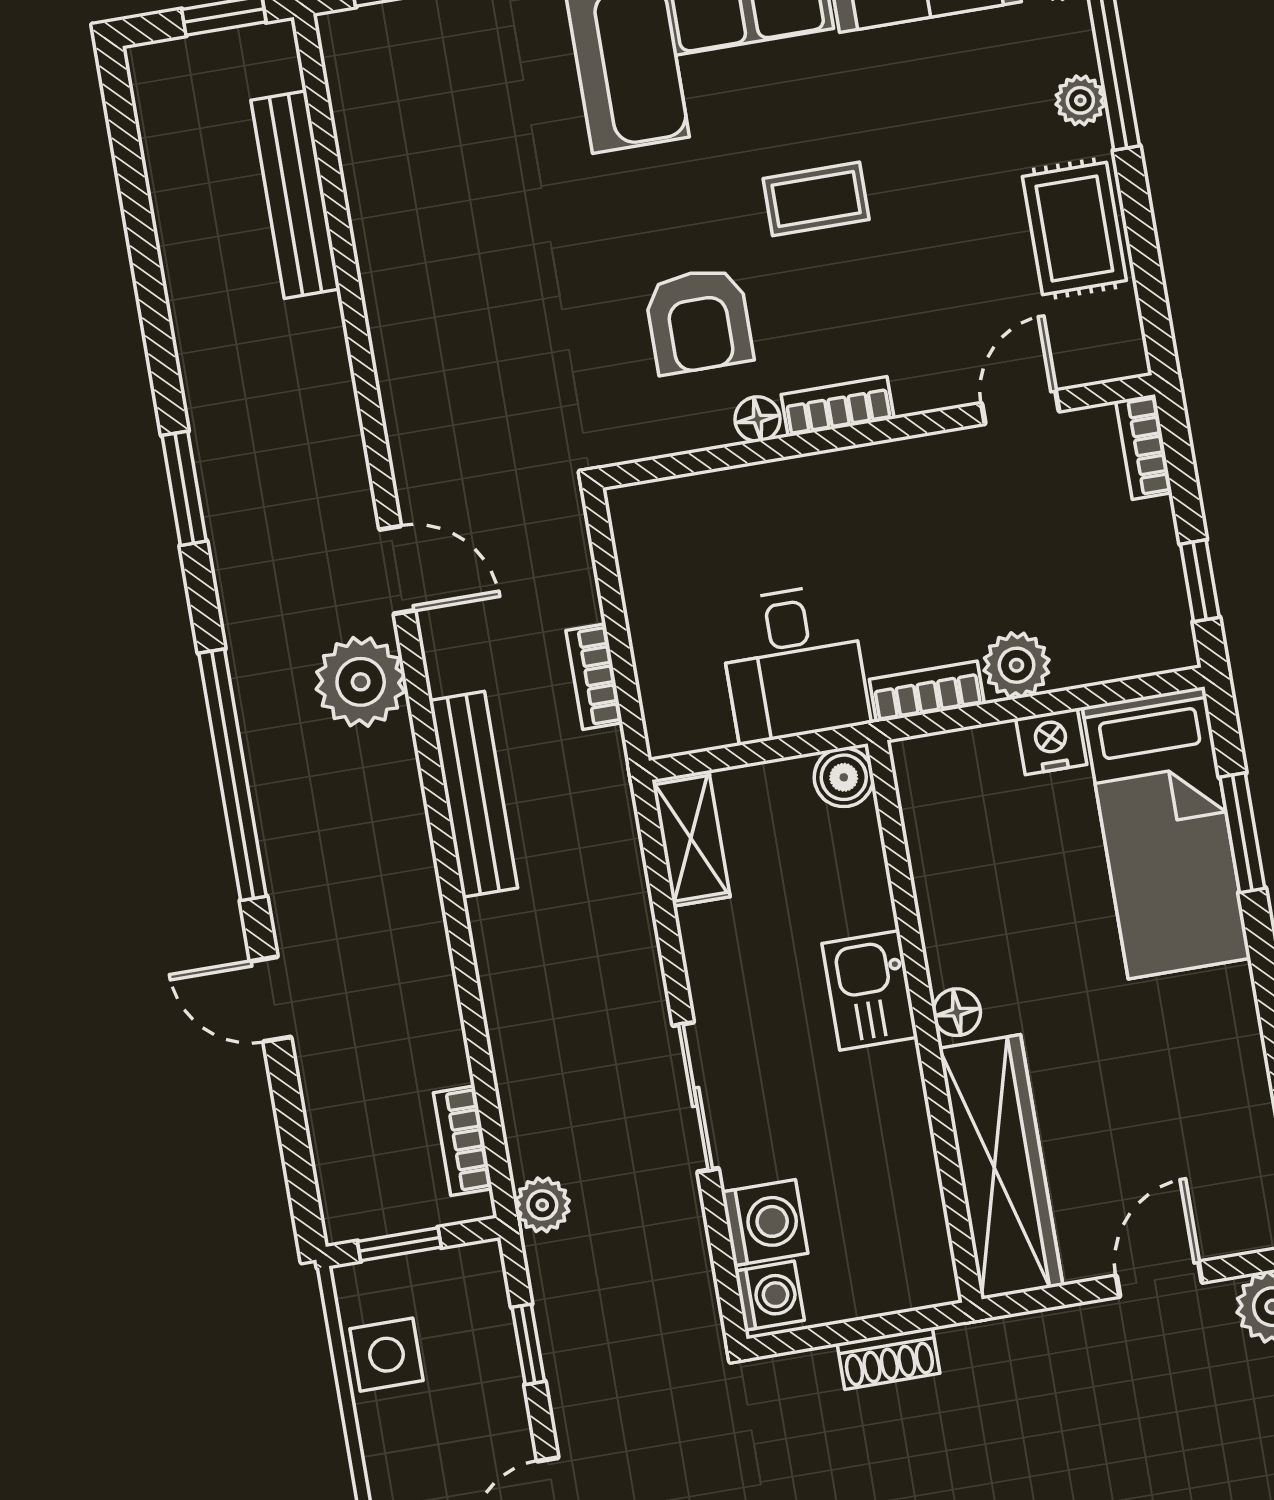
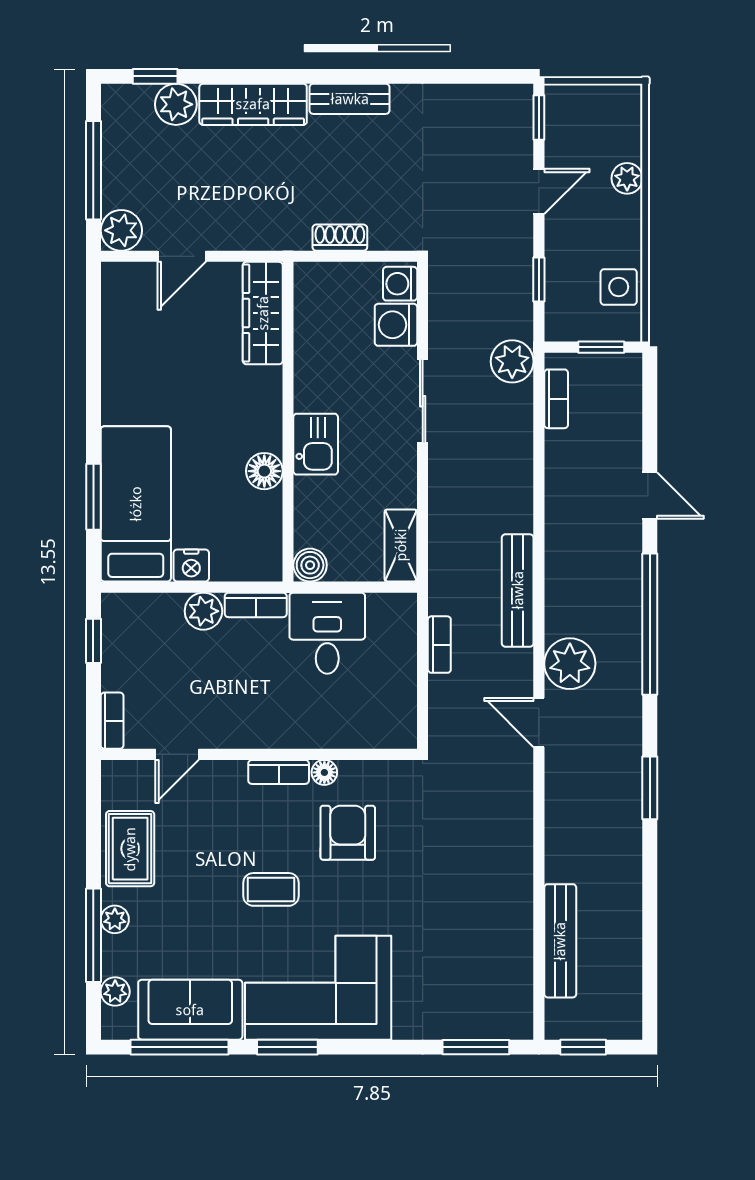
floor lamp: (957, 1012) -> (264, 471), moved, width x1.37, depth x1.37
wardrobe: (1001, 1167) -> (263, 313), width x0.71, depth x0.85
plant: (542, 1205) -> (512, 361), width x1.38, depth x1.38

